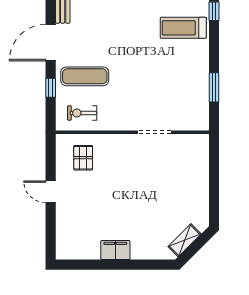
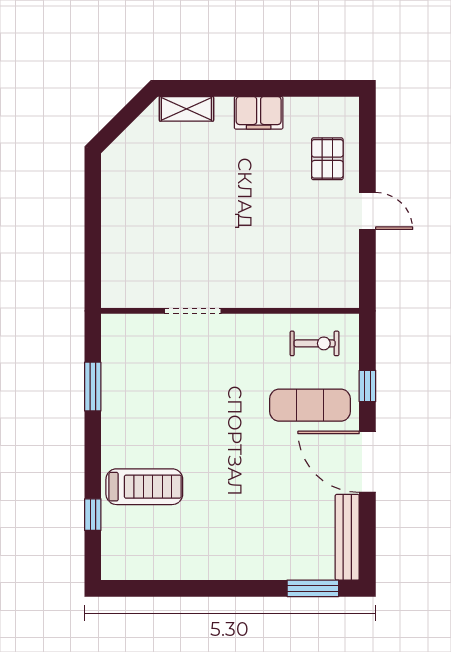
door: (51, 43) -> (367, 462), swing flipped
pallet: (83, 158) -> (327, 159), moved
shelving: (185, 240) -> (186, 109), moved, turned 45

